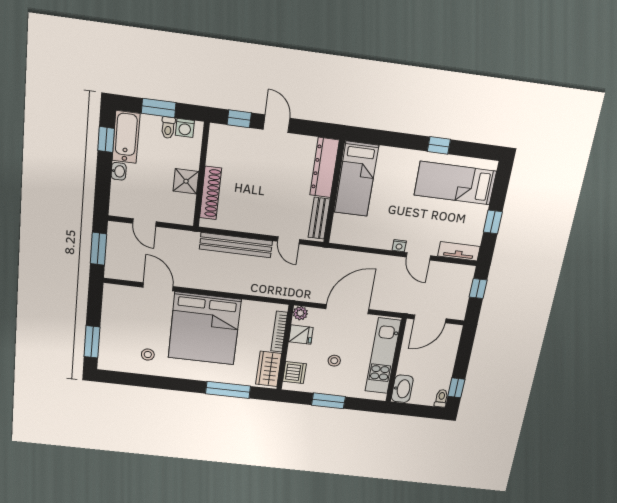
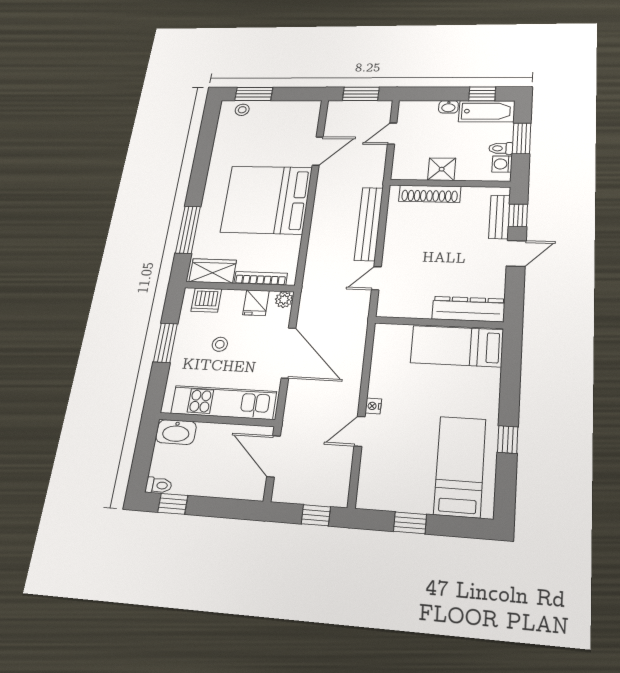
bench: (319, 218) -> (499, 217), moved, turned 90
tv unit: (459, 251) -> (368, 483), removed
stool: (148, 355) -> (242, 110), moved

